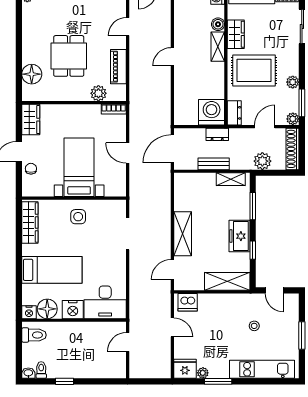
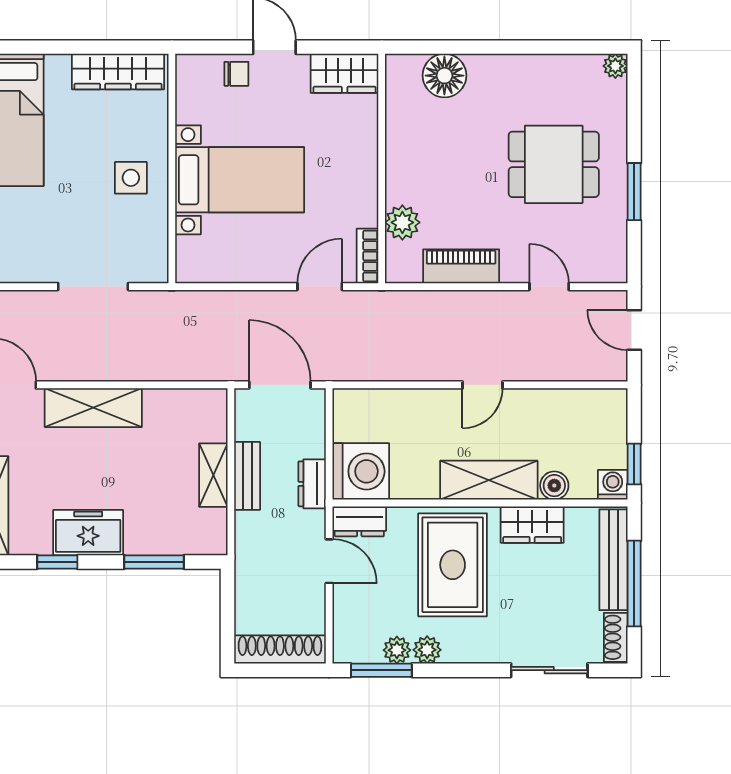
shelving: (218, 47) -> (489, 480), width x1.50, depth x1.33
dining table: (69, 56) -> (554, 164), moved
door: (172, 57) -> (483, 385), swing flipped
plant: (293, 119) -> (397, 650), moved
door: (265, 127) -> (329, 561), moved
door: (128, 153) -> (320, 287), moved
plant: (262, 161) -> (253, 583), removed
shelving: (231, 179) -> (213, 475), moved

